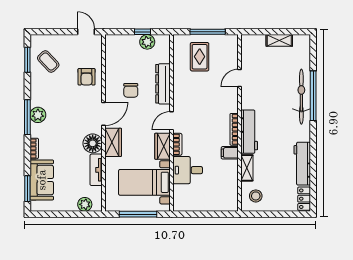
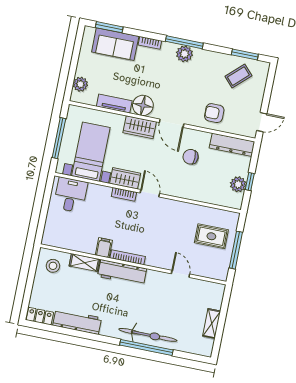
dresser: (163, 84) -> (232, 145), moved, turned 180
desk: (188, 170) -> (71, 195), moved

